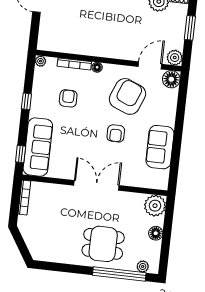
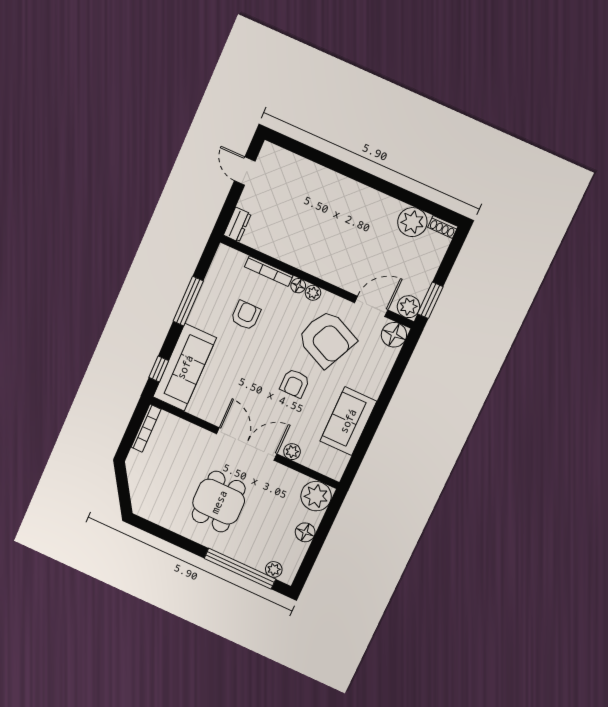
window: (190, 28) -> (430, 300), moved
dresser: (44, 40) -> (237, 225), added
plant: (40, 61) -> (313, 293), moved
armchair: (128, 96) -> (327, 339), turned 93
window: (26, 101) -> (188, 301), width x2.17
plant: (129, 180) -> (292, 452), added
dining table: (103, 244) -> (219, 502), moved, turned 90

